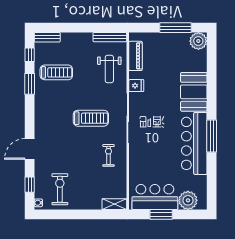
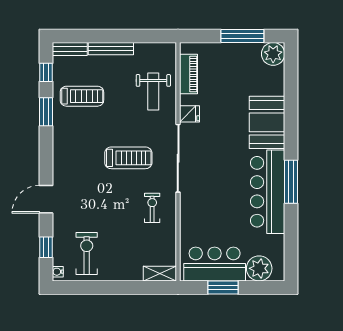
bench: (110, 37) -> (111, 49), moved

